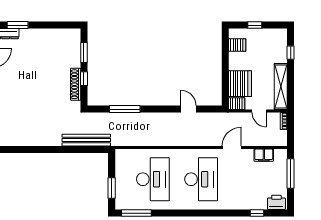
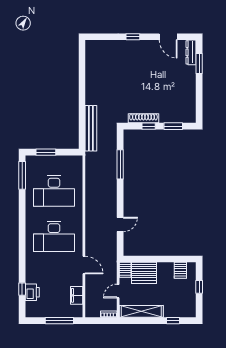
printer: (276, 202) -> (32, 292), moved

